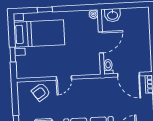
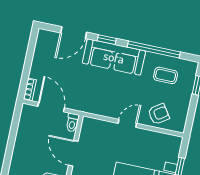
door: (101, 42) -> (73, 153), hinge flipped

